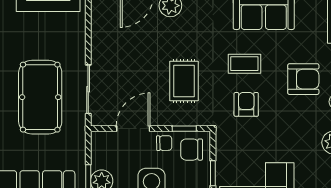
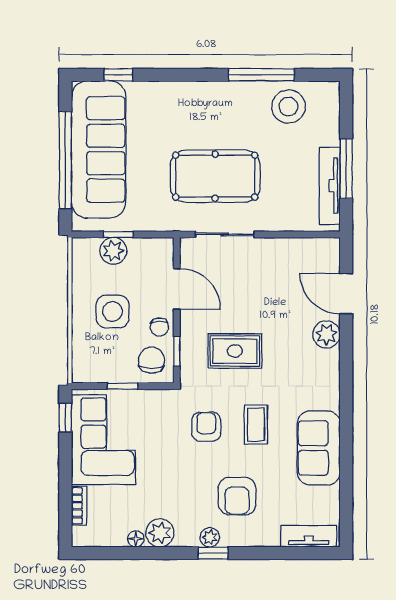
armchair: (246, 104) -> (206, 427), turned -90

